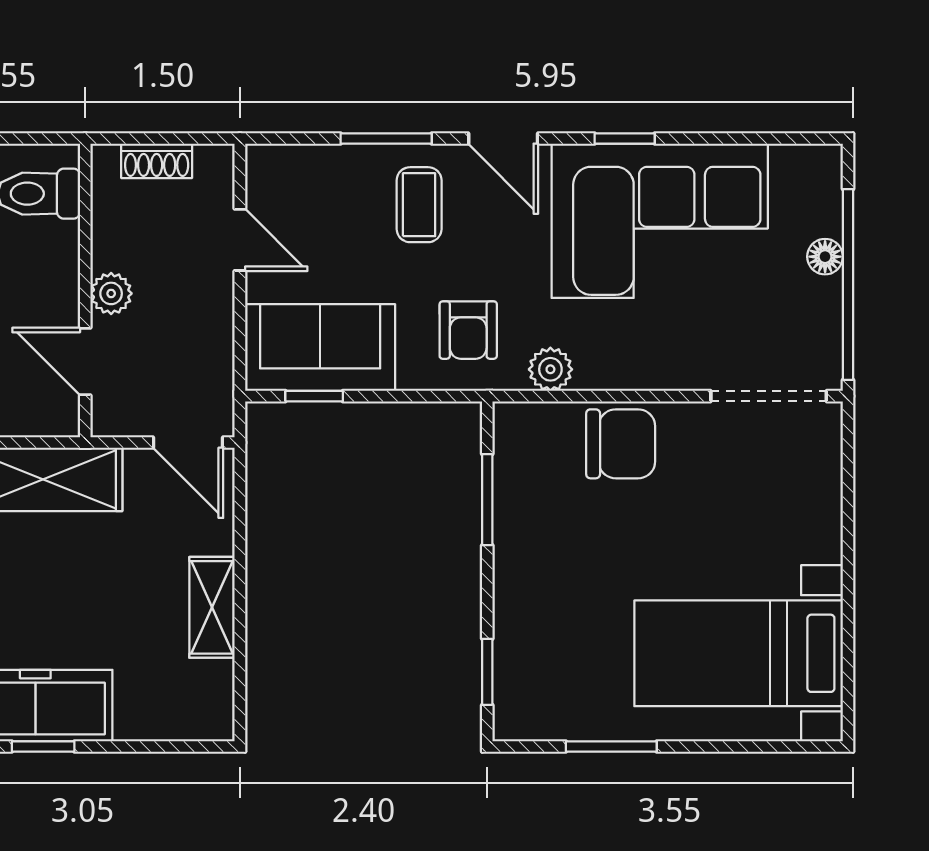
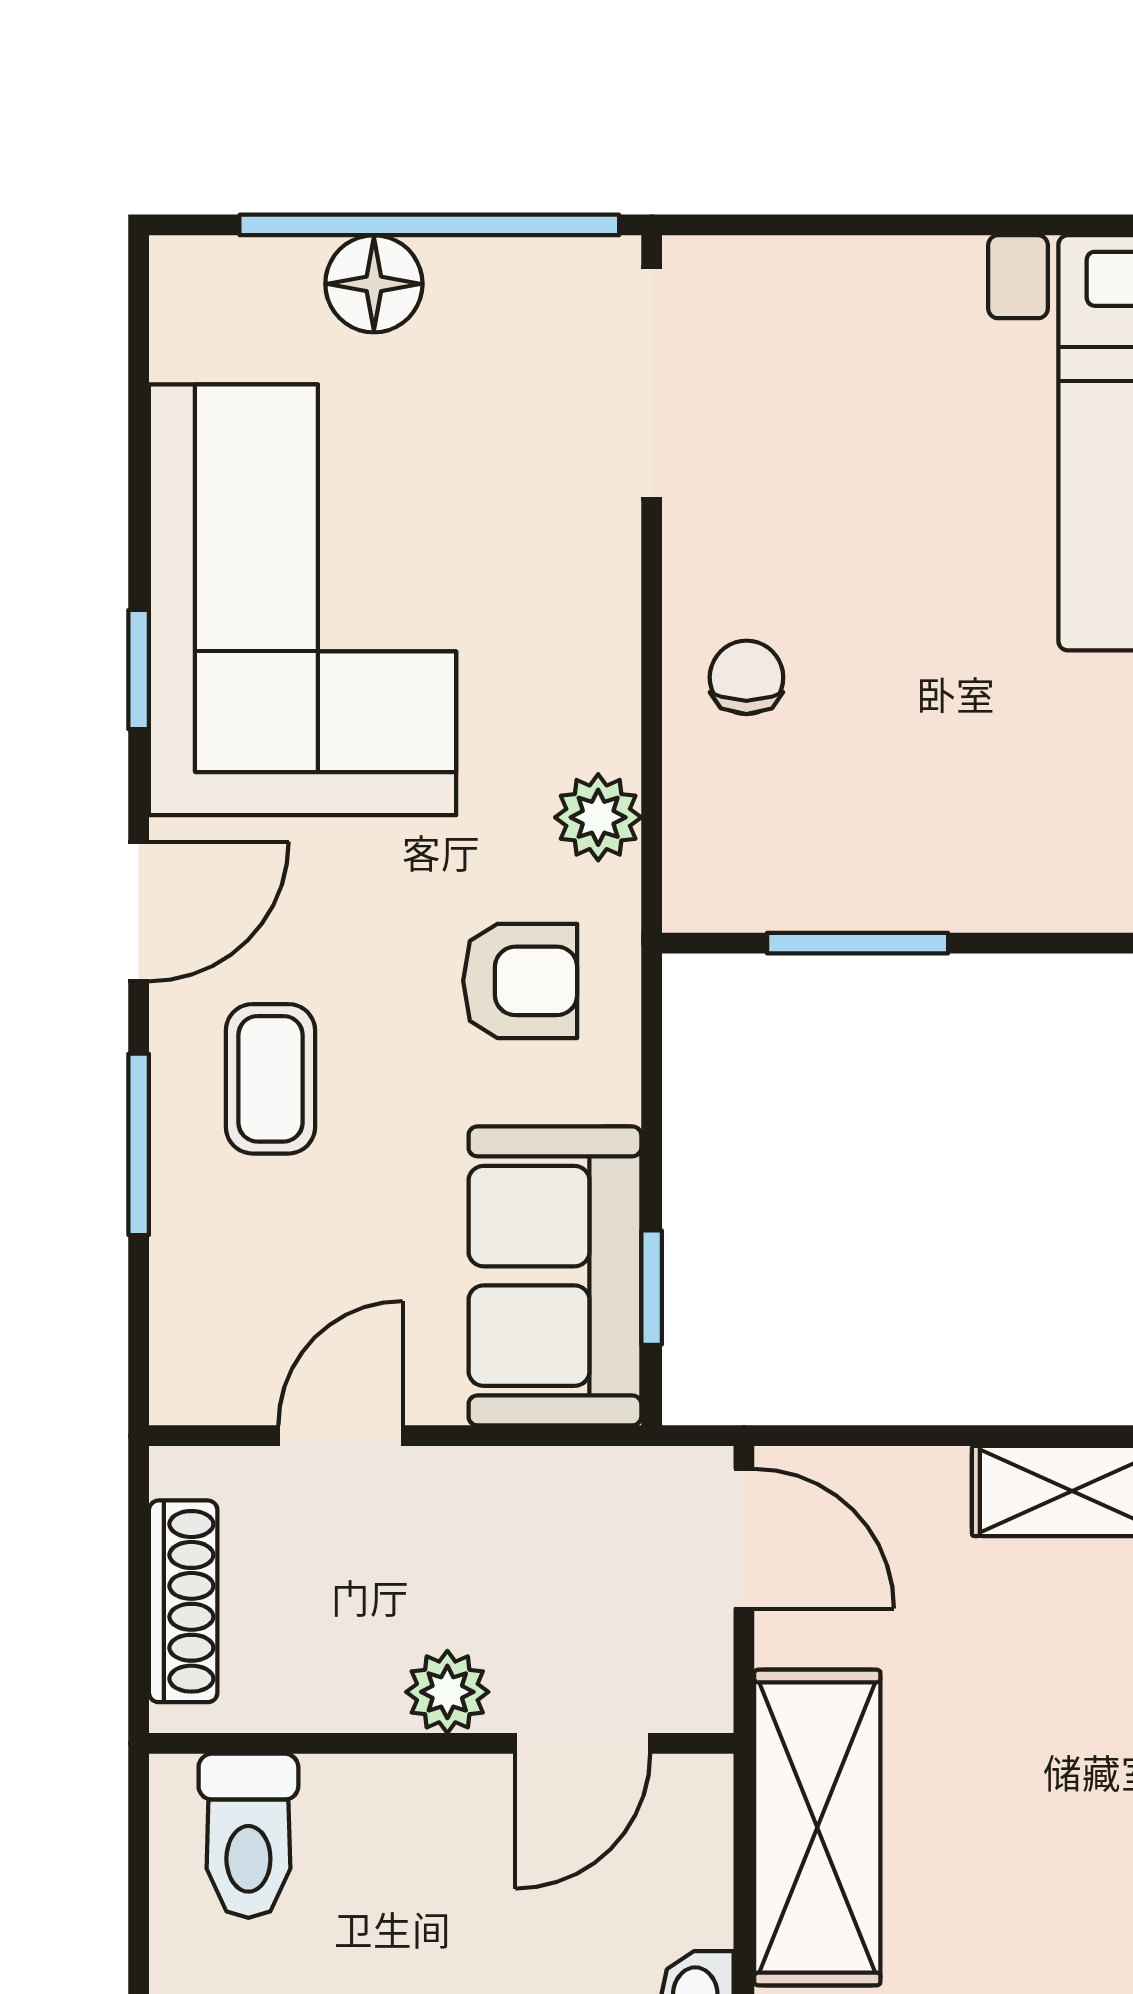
shoe rack: (157, 161) -> (183, 1601), width x1.43
coffee table: (419, 205) -> (270, 1079), turned 90
floor lamp: (825, 257) -> (374, 284), width x1.37, depth x1.37
door: (188, 443) -> (744, 1539), hinge flipped
chair: (621, 444) -> (746, 677), width x0.54, depth x0.54

